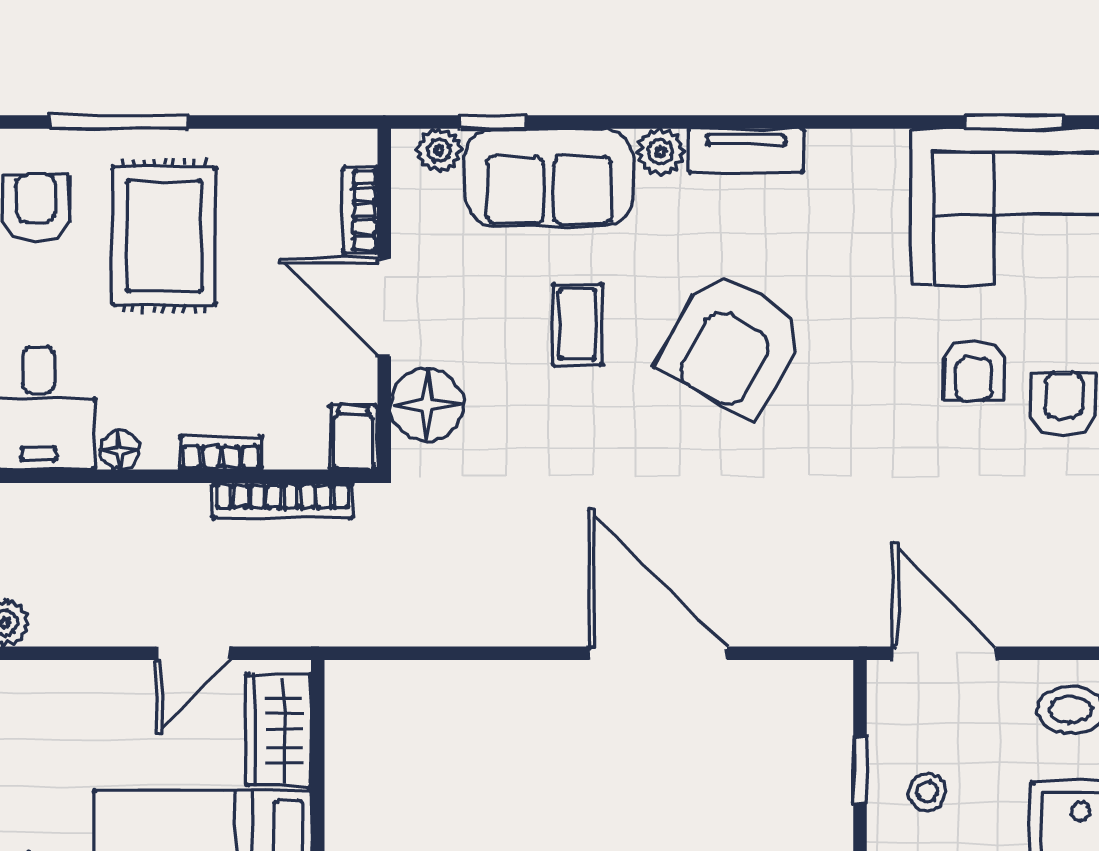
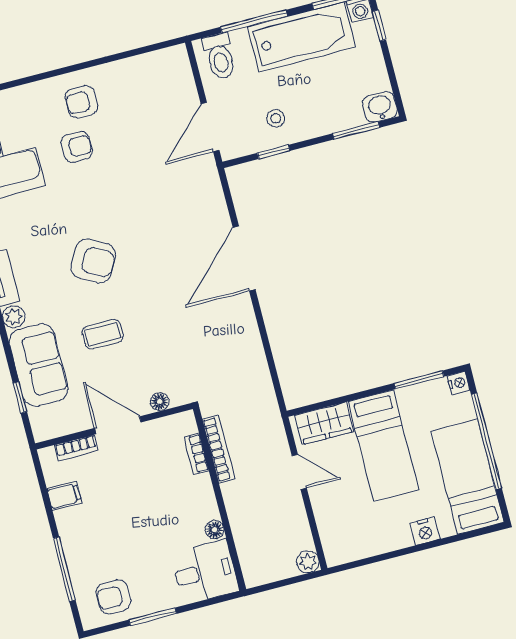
plant: (439, 150) -> (39, 419), removed
rug: (164, 236) -> (111, 535), removed
door: (384, 307) -> (118, 425), swing flipped
armchair: (733, 344) -> (93, 261), width x0.73, depth x0.73
floor lamp: (427, 405) -> (160, 402), width x0.53, depth x0.53
filing cabinet: (354, 438) -> (64, 496), moved, turned 180
bookcase: (221, 453) -> (197, 454), moved

